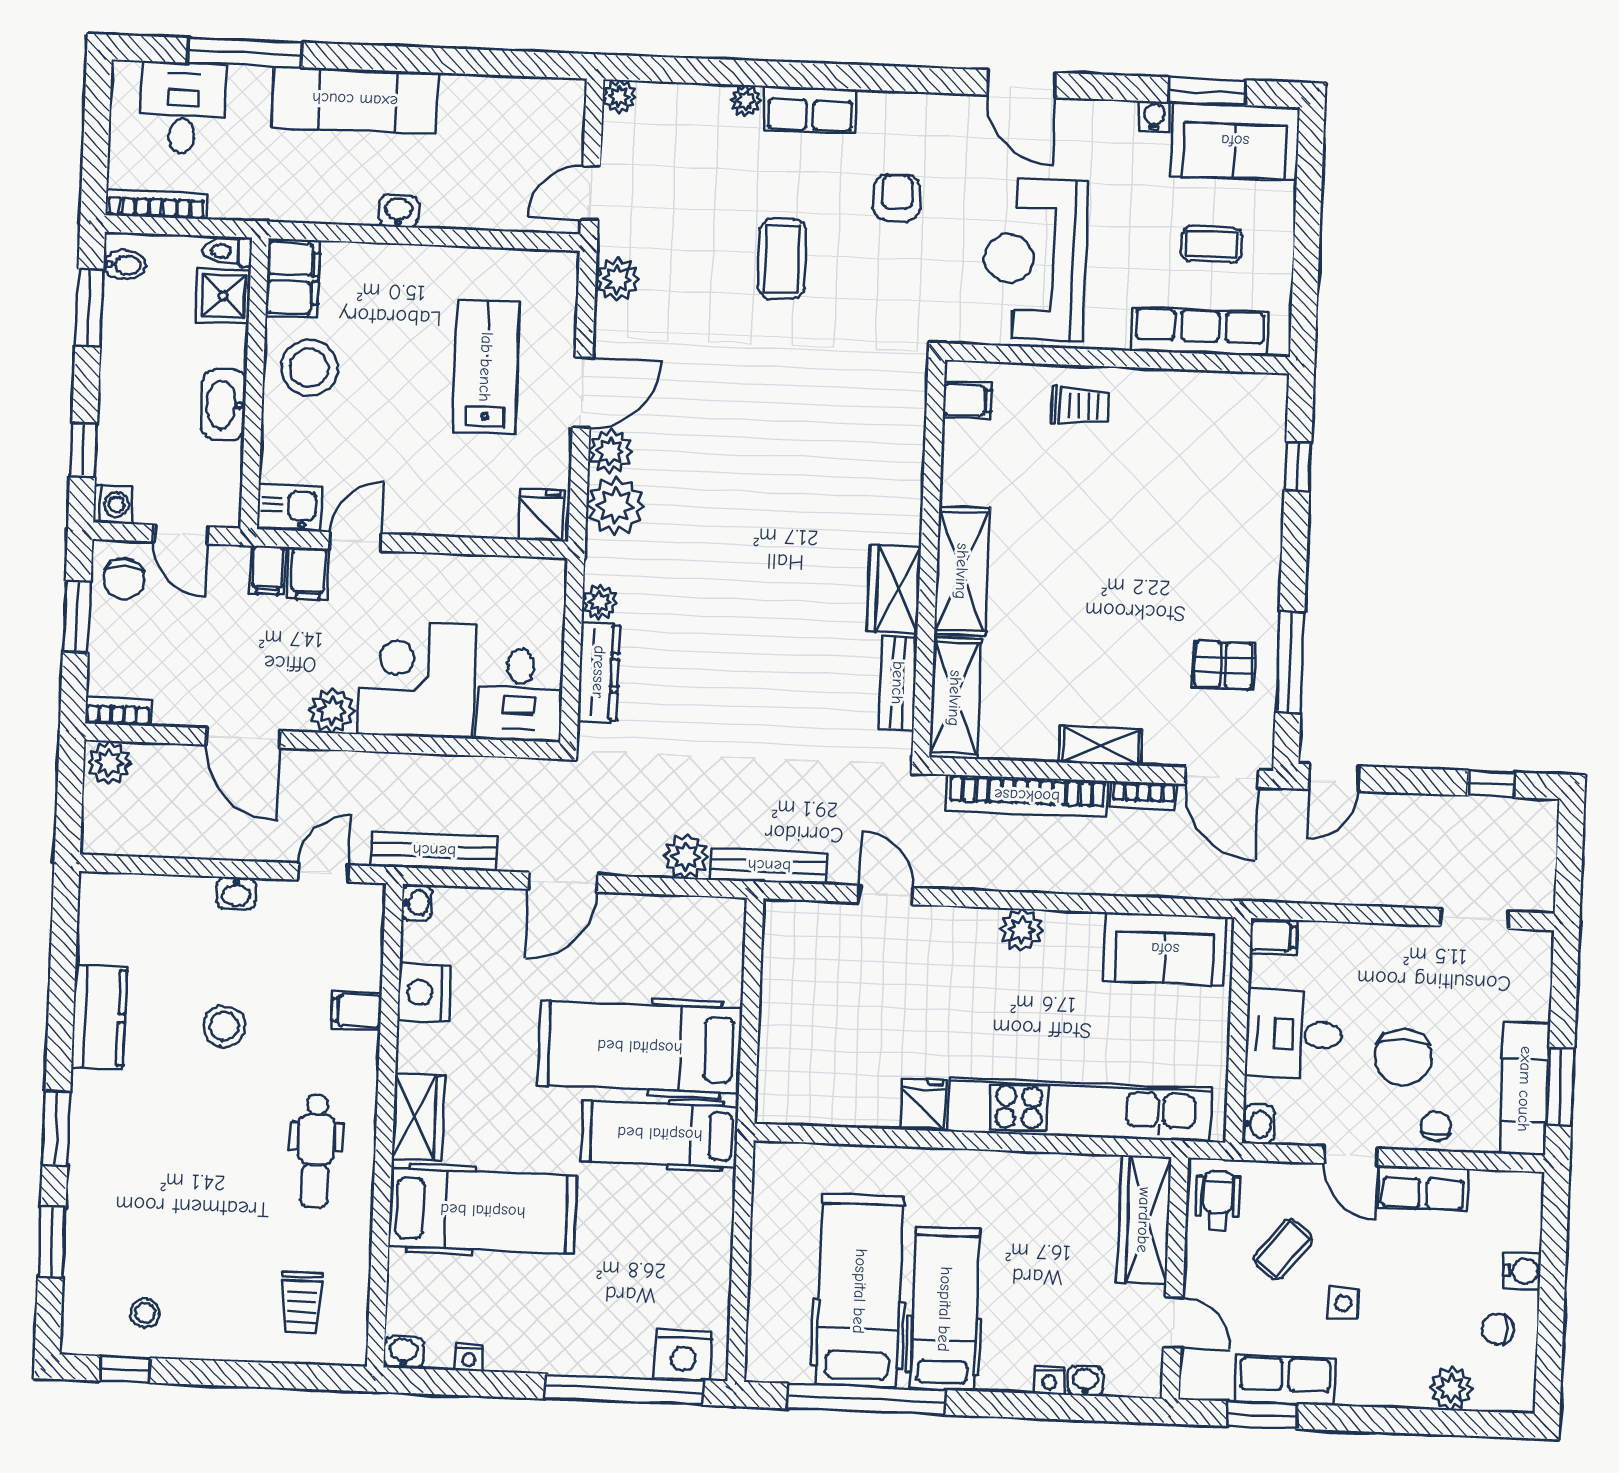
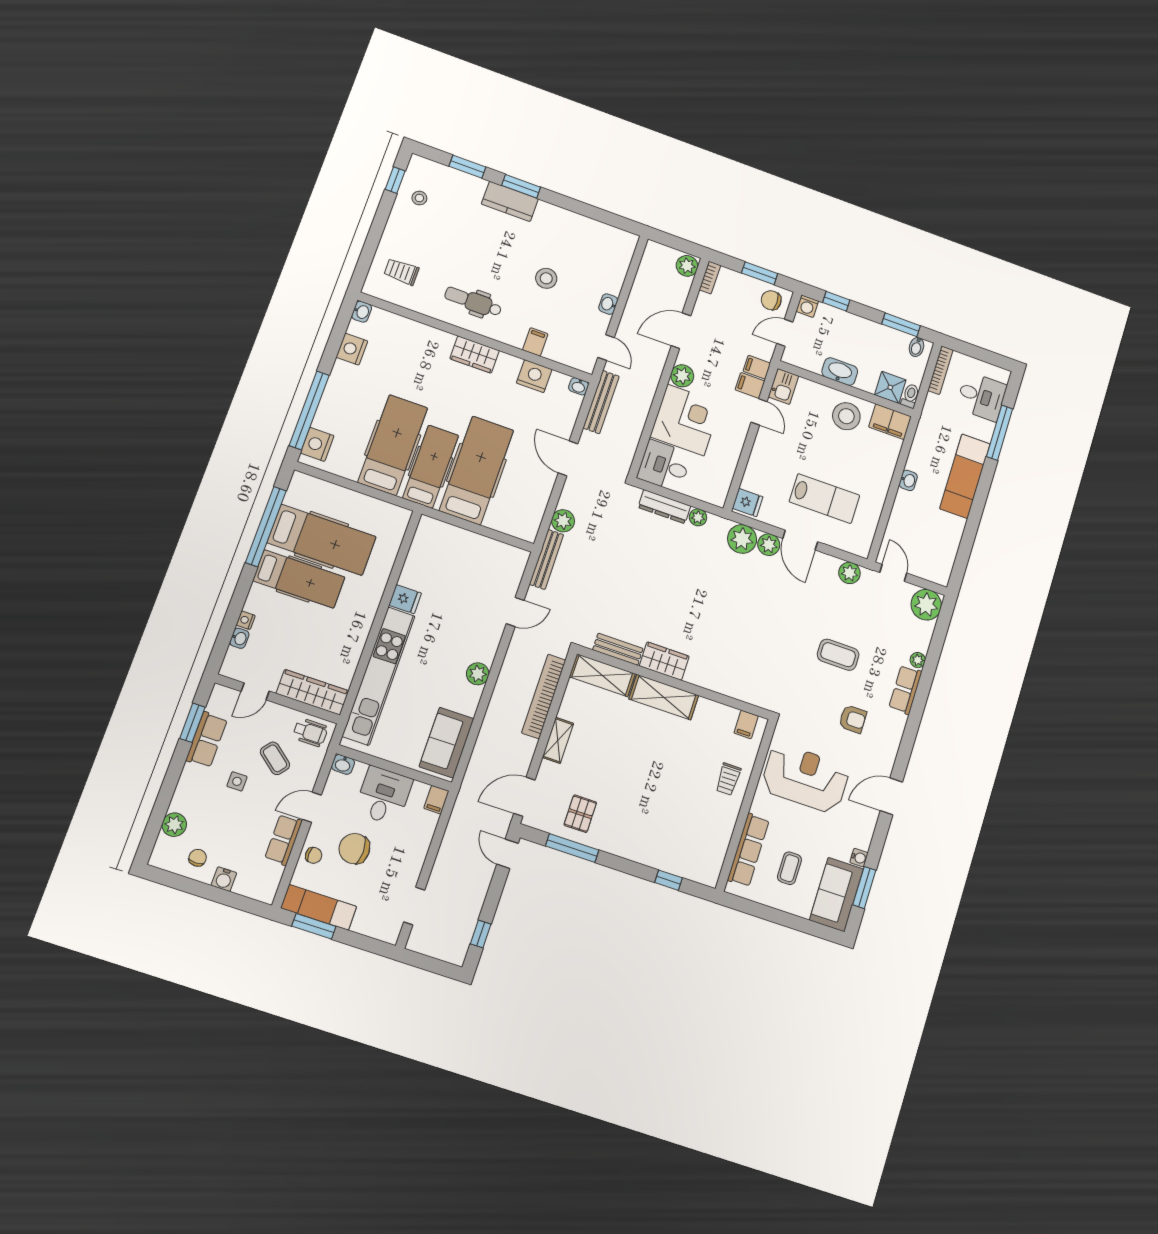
plant: (619, 97) -> (926, 605), width x1.87, depth x1.87
bookcase: (1144, 795) -> (527, 755), removed
kitchen counter: (99, 1017) -> (510, 201), moved
hospital bed: (483, 1211) -> (393, 445), moved, turned 180
nightstand: (469, 1358) -> (352, 349), width x1.89, depth x1.79

